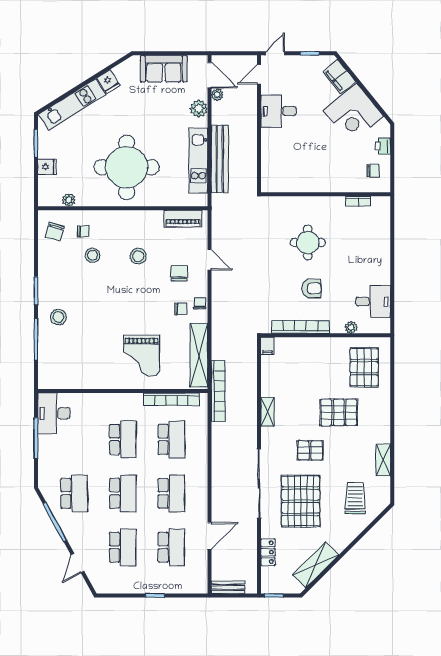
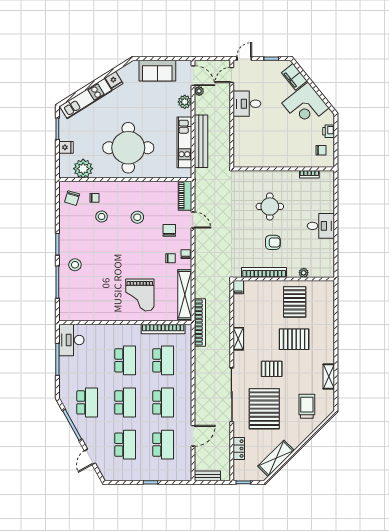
plant: (69, 200) -> (83, 169), width x1.88, depth x1.88
piano: (183, 218) -> (185, 196), moved, turned 90
desk: (373, 302) -> (321, 226), moved
pallet: (364, 367) -> (295, 302), moved

